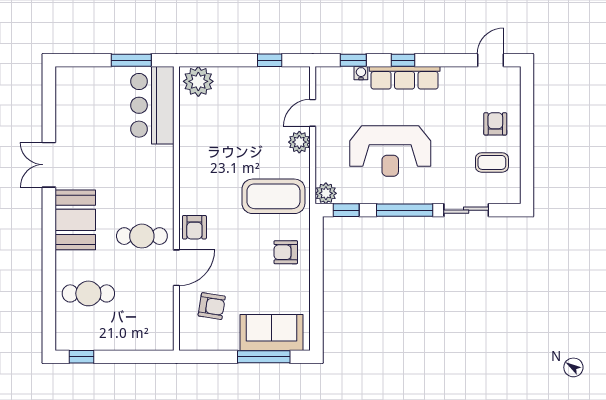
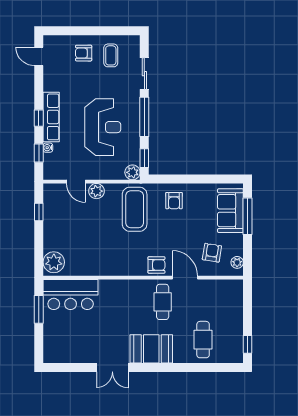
plant: (198, 342) -> (237, 262), added

